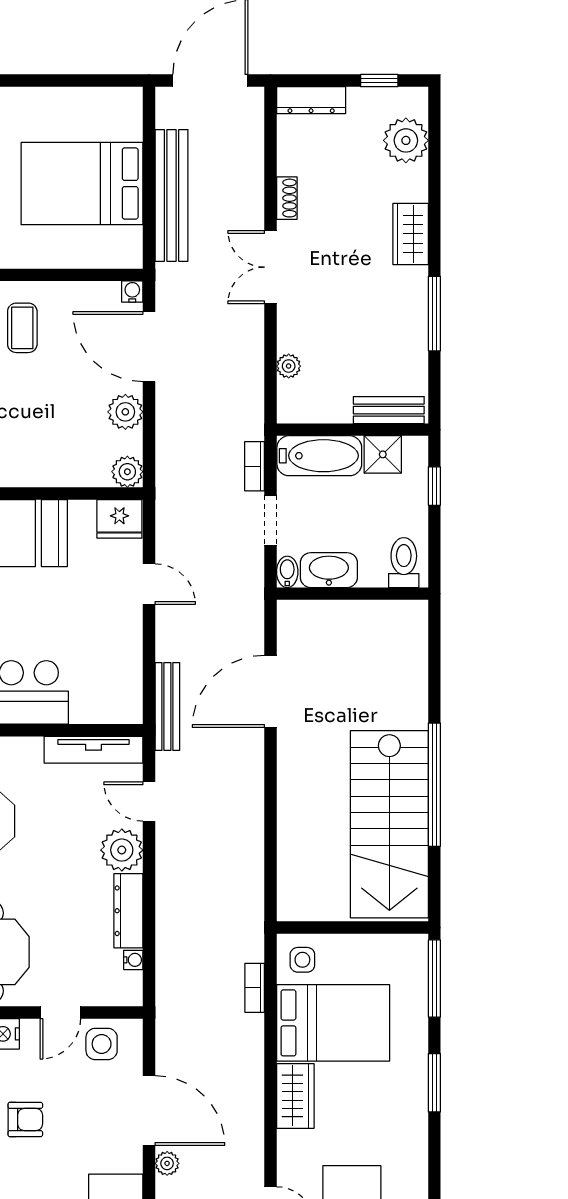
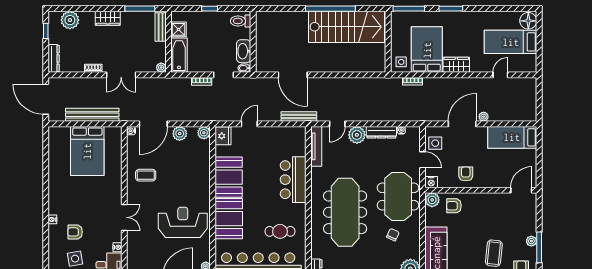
bench: (389, 410) -> (161, 27), moved
wall: (352, 430) -> (168, 42), moved
shower: (383, 454) -> (178, 29), moved
bathtub: (319, 456) -> (179, 55), moved

